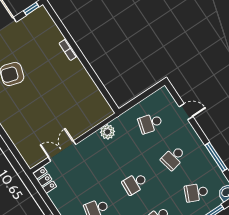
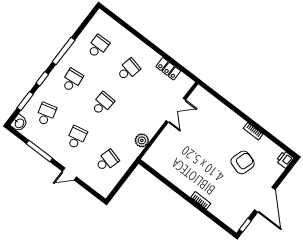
door: (186, 112) -> (69, 174), moved
locker: (45, 180) -> (168, 69), moved
school desk: (196, 192) -> (46, 114), turned -39

